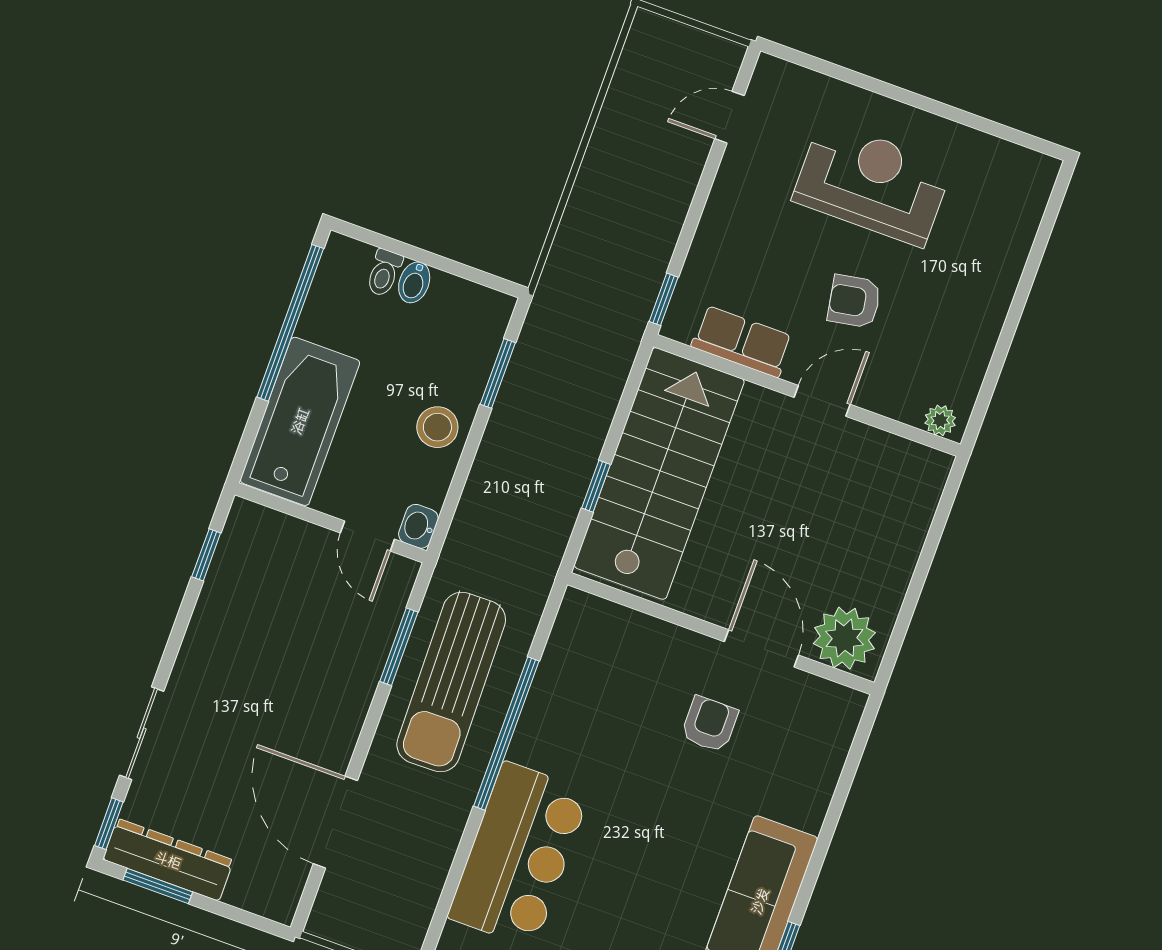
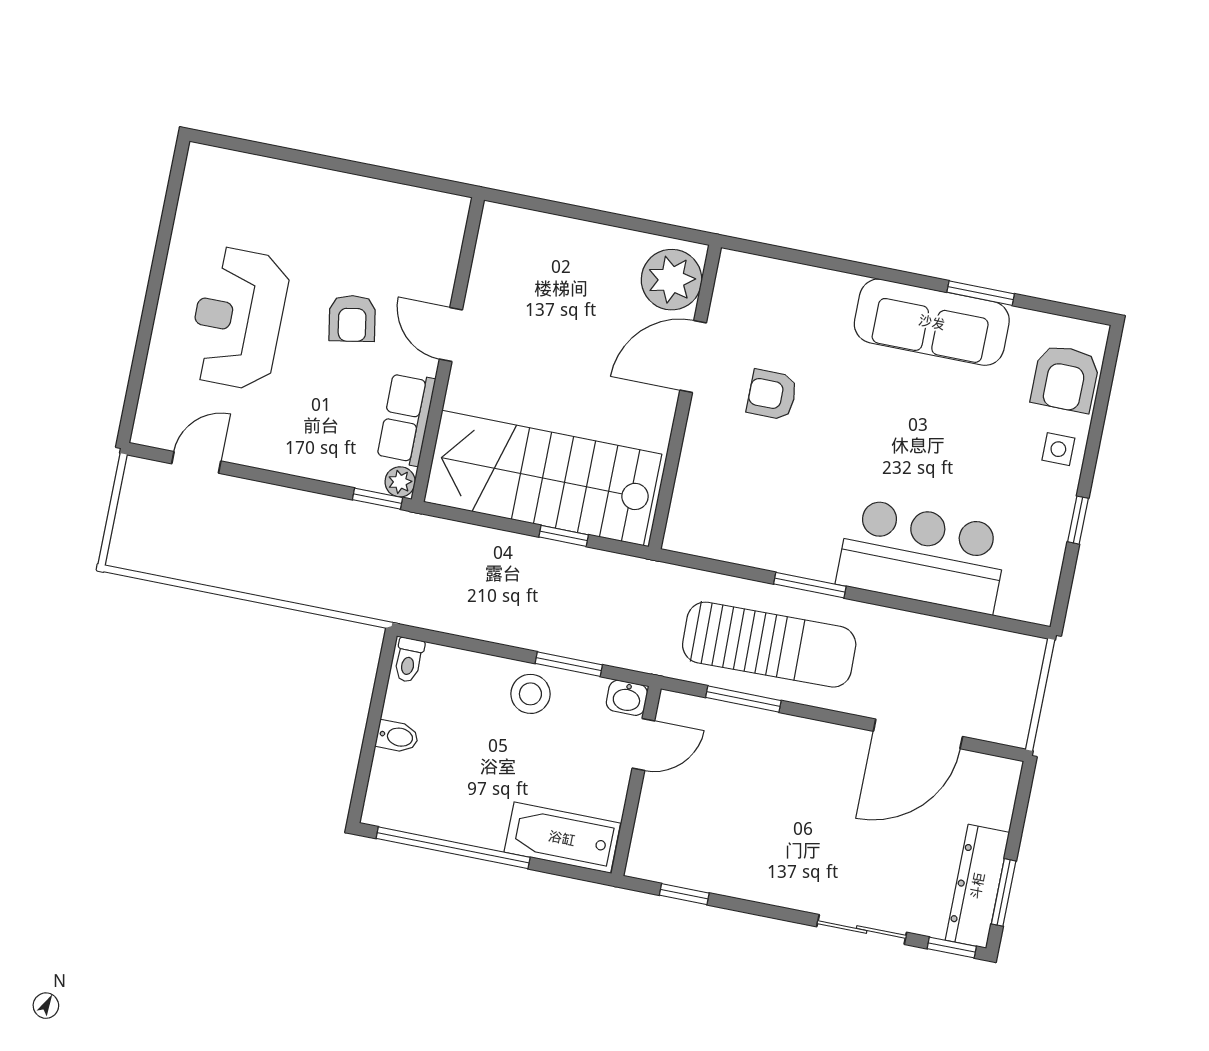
door: (730, 117) -> (196, 462), swing flipped
toilet: (384, 273) -> (409, 660), moved, turned 90
window: (498, 373) -> (569, 664), moved
plant: (940, 420) -> (400, 482), moved
bathtub: (300, 421) -> (562, 838), width x0.73, depth x0.73
window: (506, 734) -> (810, 585), width x0.47

